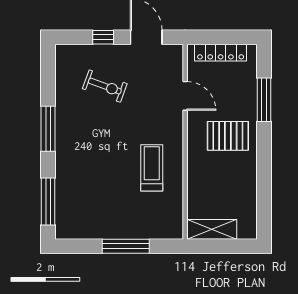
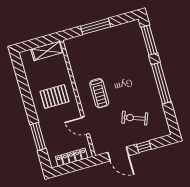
window: (48, 129) -> (161, 83), width x1.46
pallet: (228, 136) -> (55, 96), moved
treadmill: (152, 168) -> (99, 93), moved

